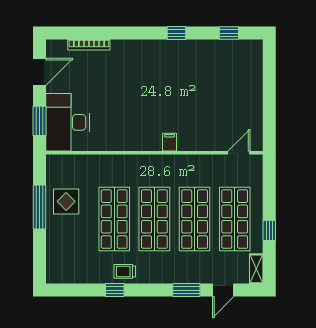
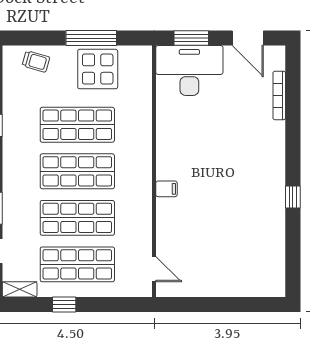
window: (229, 33) -> (293, 258), removed
display table: (66, 201) -> (98, 69), width x1.36, depth x1.36
trolley: (125, 271) -> (36, 61), moved, turned 106

